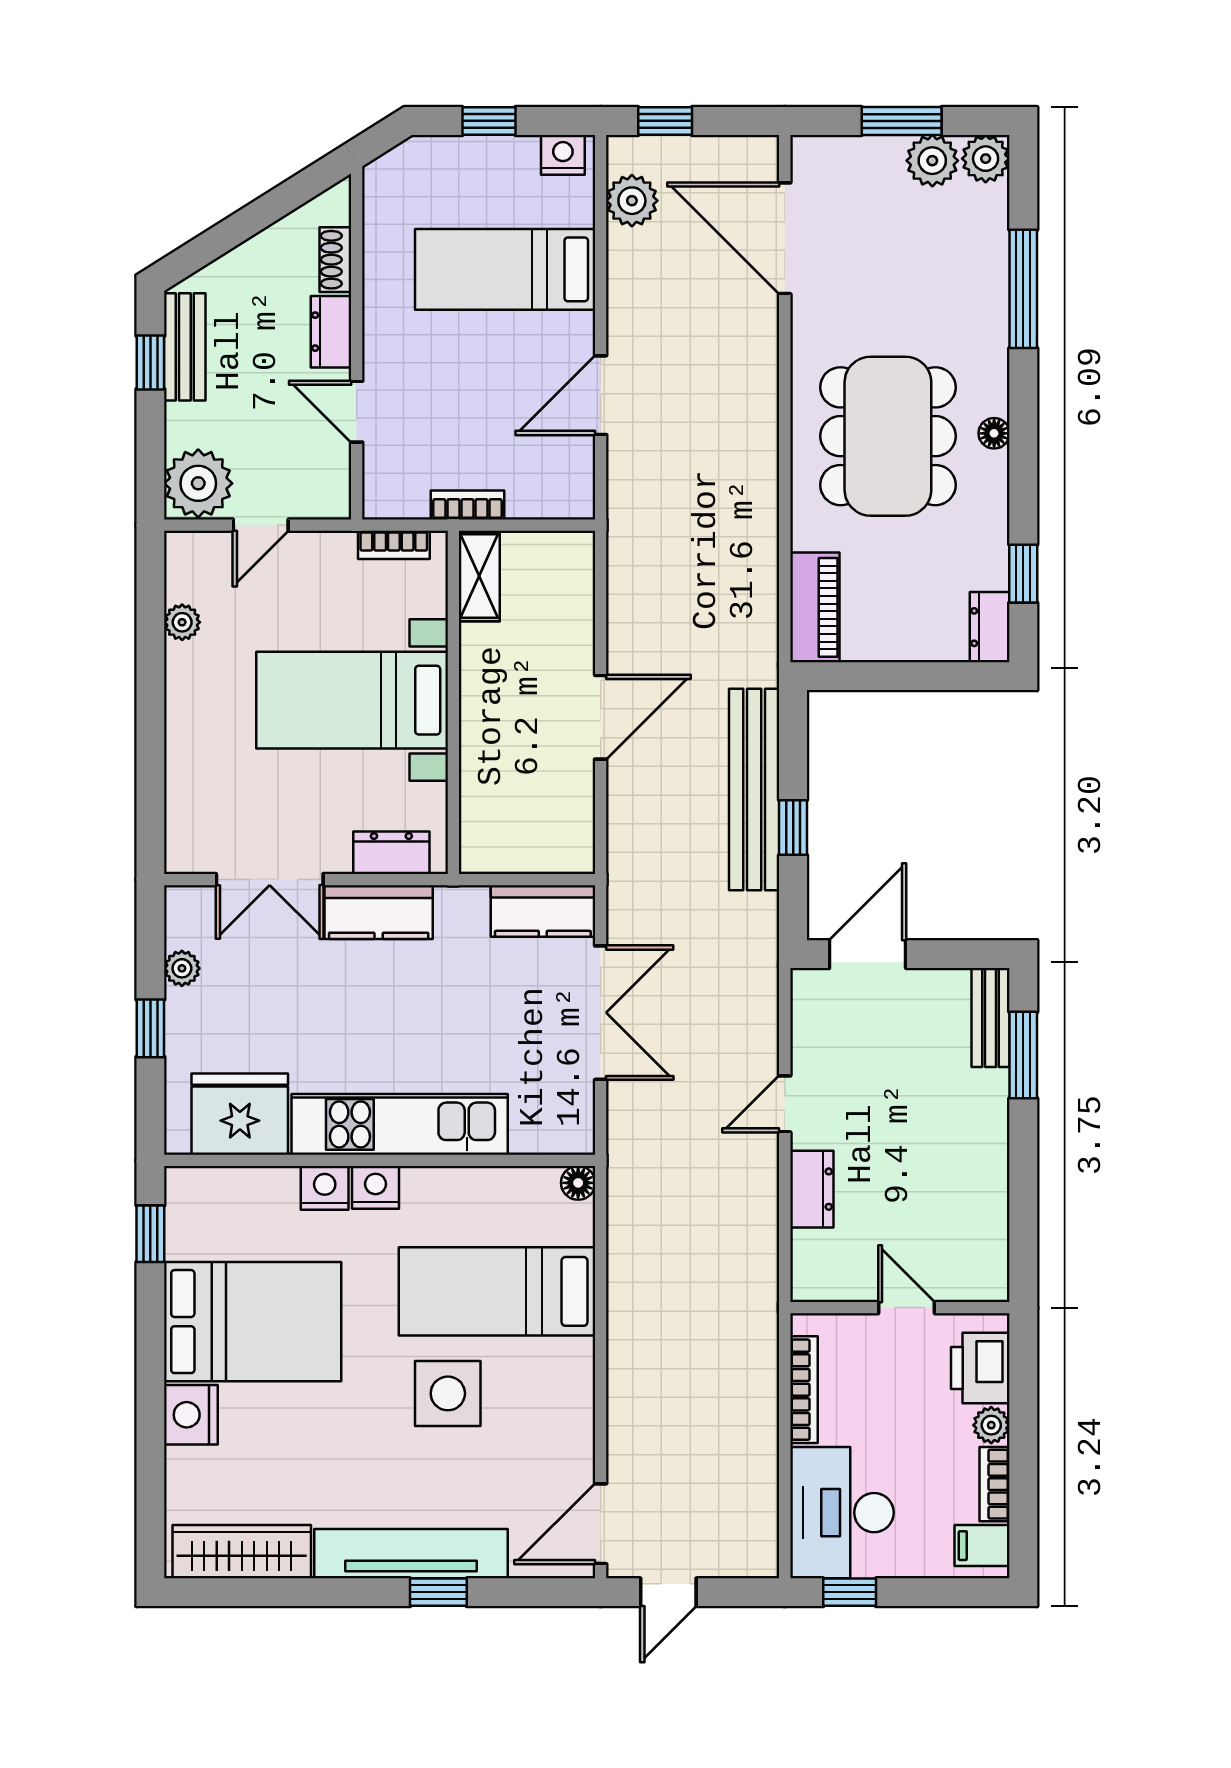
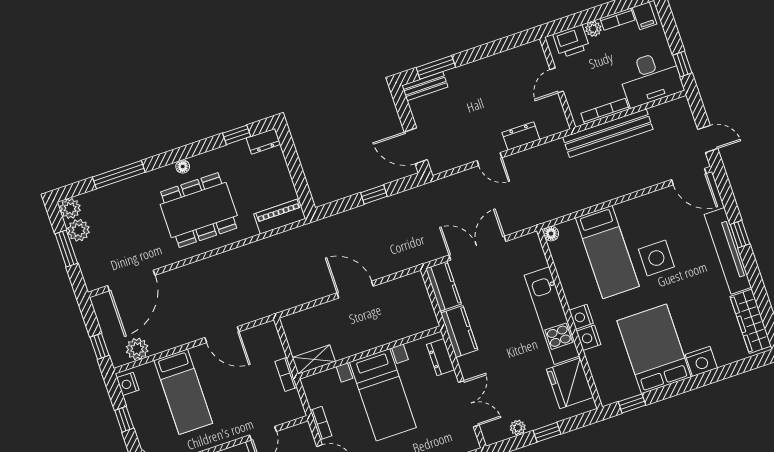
bookcase: (394, 545) -> (321, 423), moved
bench: (754, 790) -> (608, 133), moved
kitchen counter: (379, 912) -> (459, 331), moved

